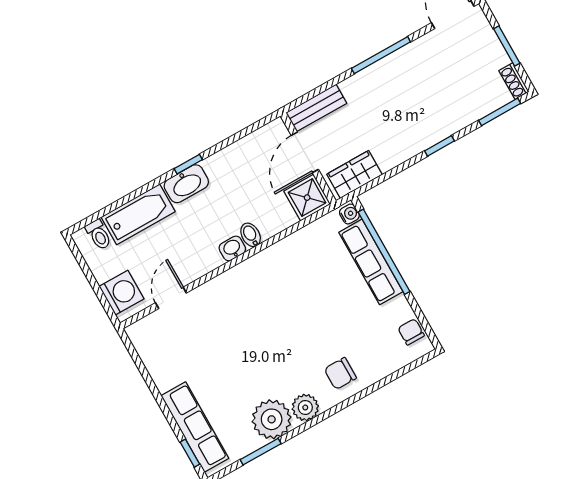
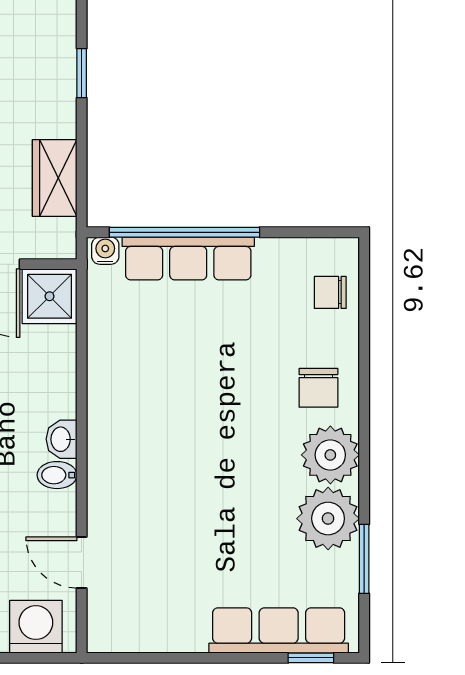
wardrobe: (354, 174) -> (55, 178), moved
bidet: (251, 235) -> (57, 475), moved
chair: (411, 332) -> (330, 292), moved
plant: (305, 407) -> (330, 455), width x1.36, depth x1.36

